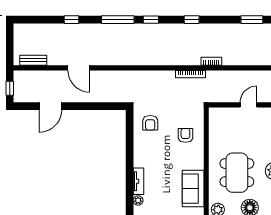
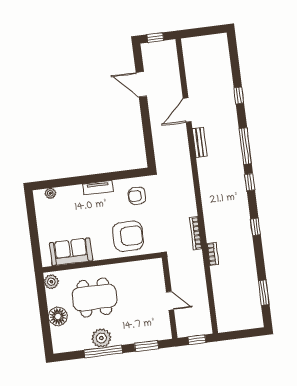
bench: (33, 60) -> (200, 142), moved
armchair: (185, 135) -> (128, 236), width x1.88, depth x1.88
tv unit: (138, 181) -> (98, 188), moved

